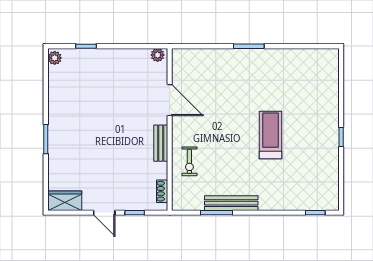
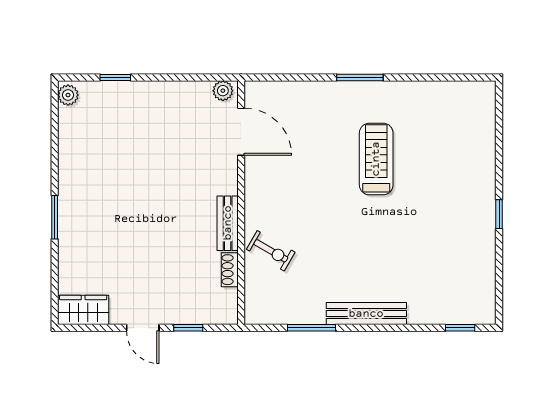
door: (170, 100) -> (241, 132), moved
treadmill: (271, 135) -> (376, 159), moved
exercise bike: (189, 161) -> (271, 251), turned -60
shoe rack: (162, 191) -> (230, 270), moved
bench: (231, 203) -> (366, 314), moved

